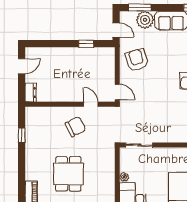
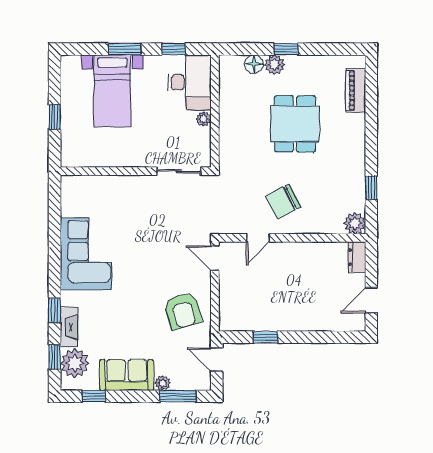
plant: (145, 20) -> (163, 383), width x0.53, depth x0.53
door: (91, 104) -> (258, 238), hinge flipped
plant: (32, 113) -> (355, 223), added

